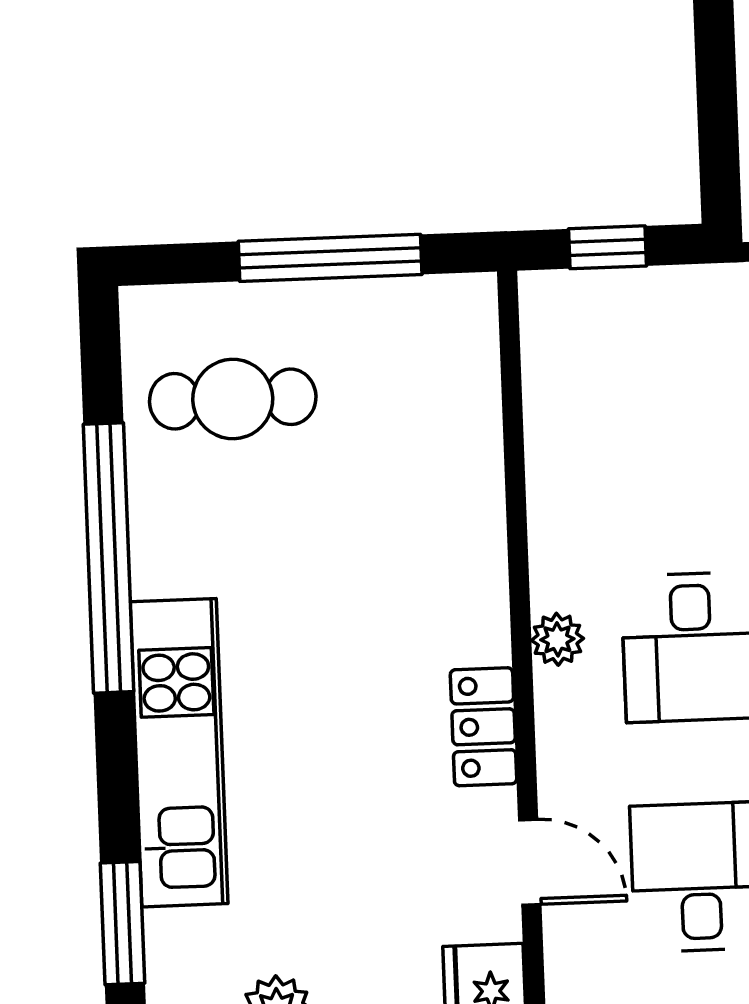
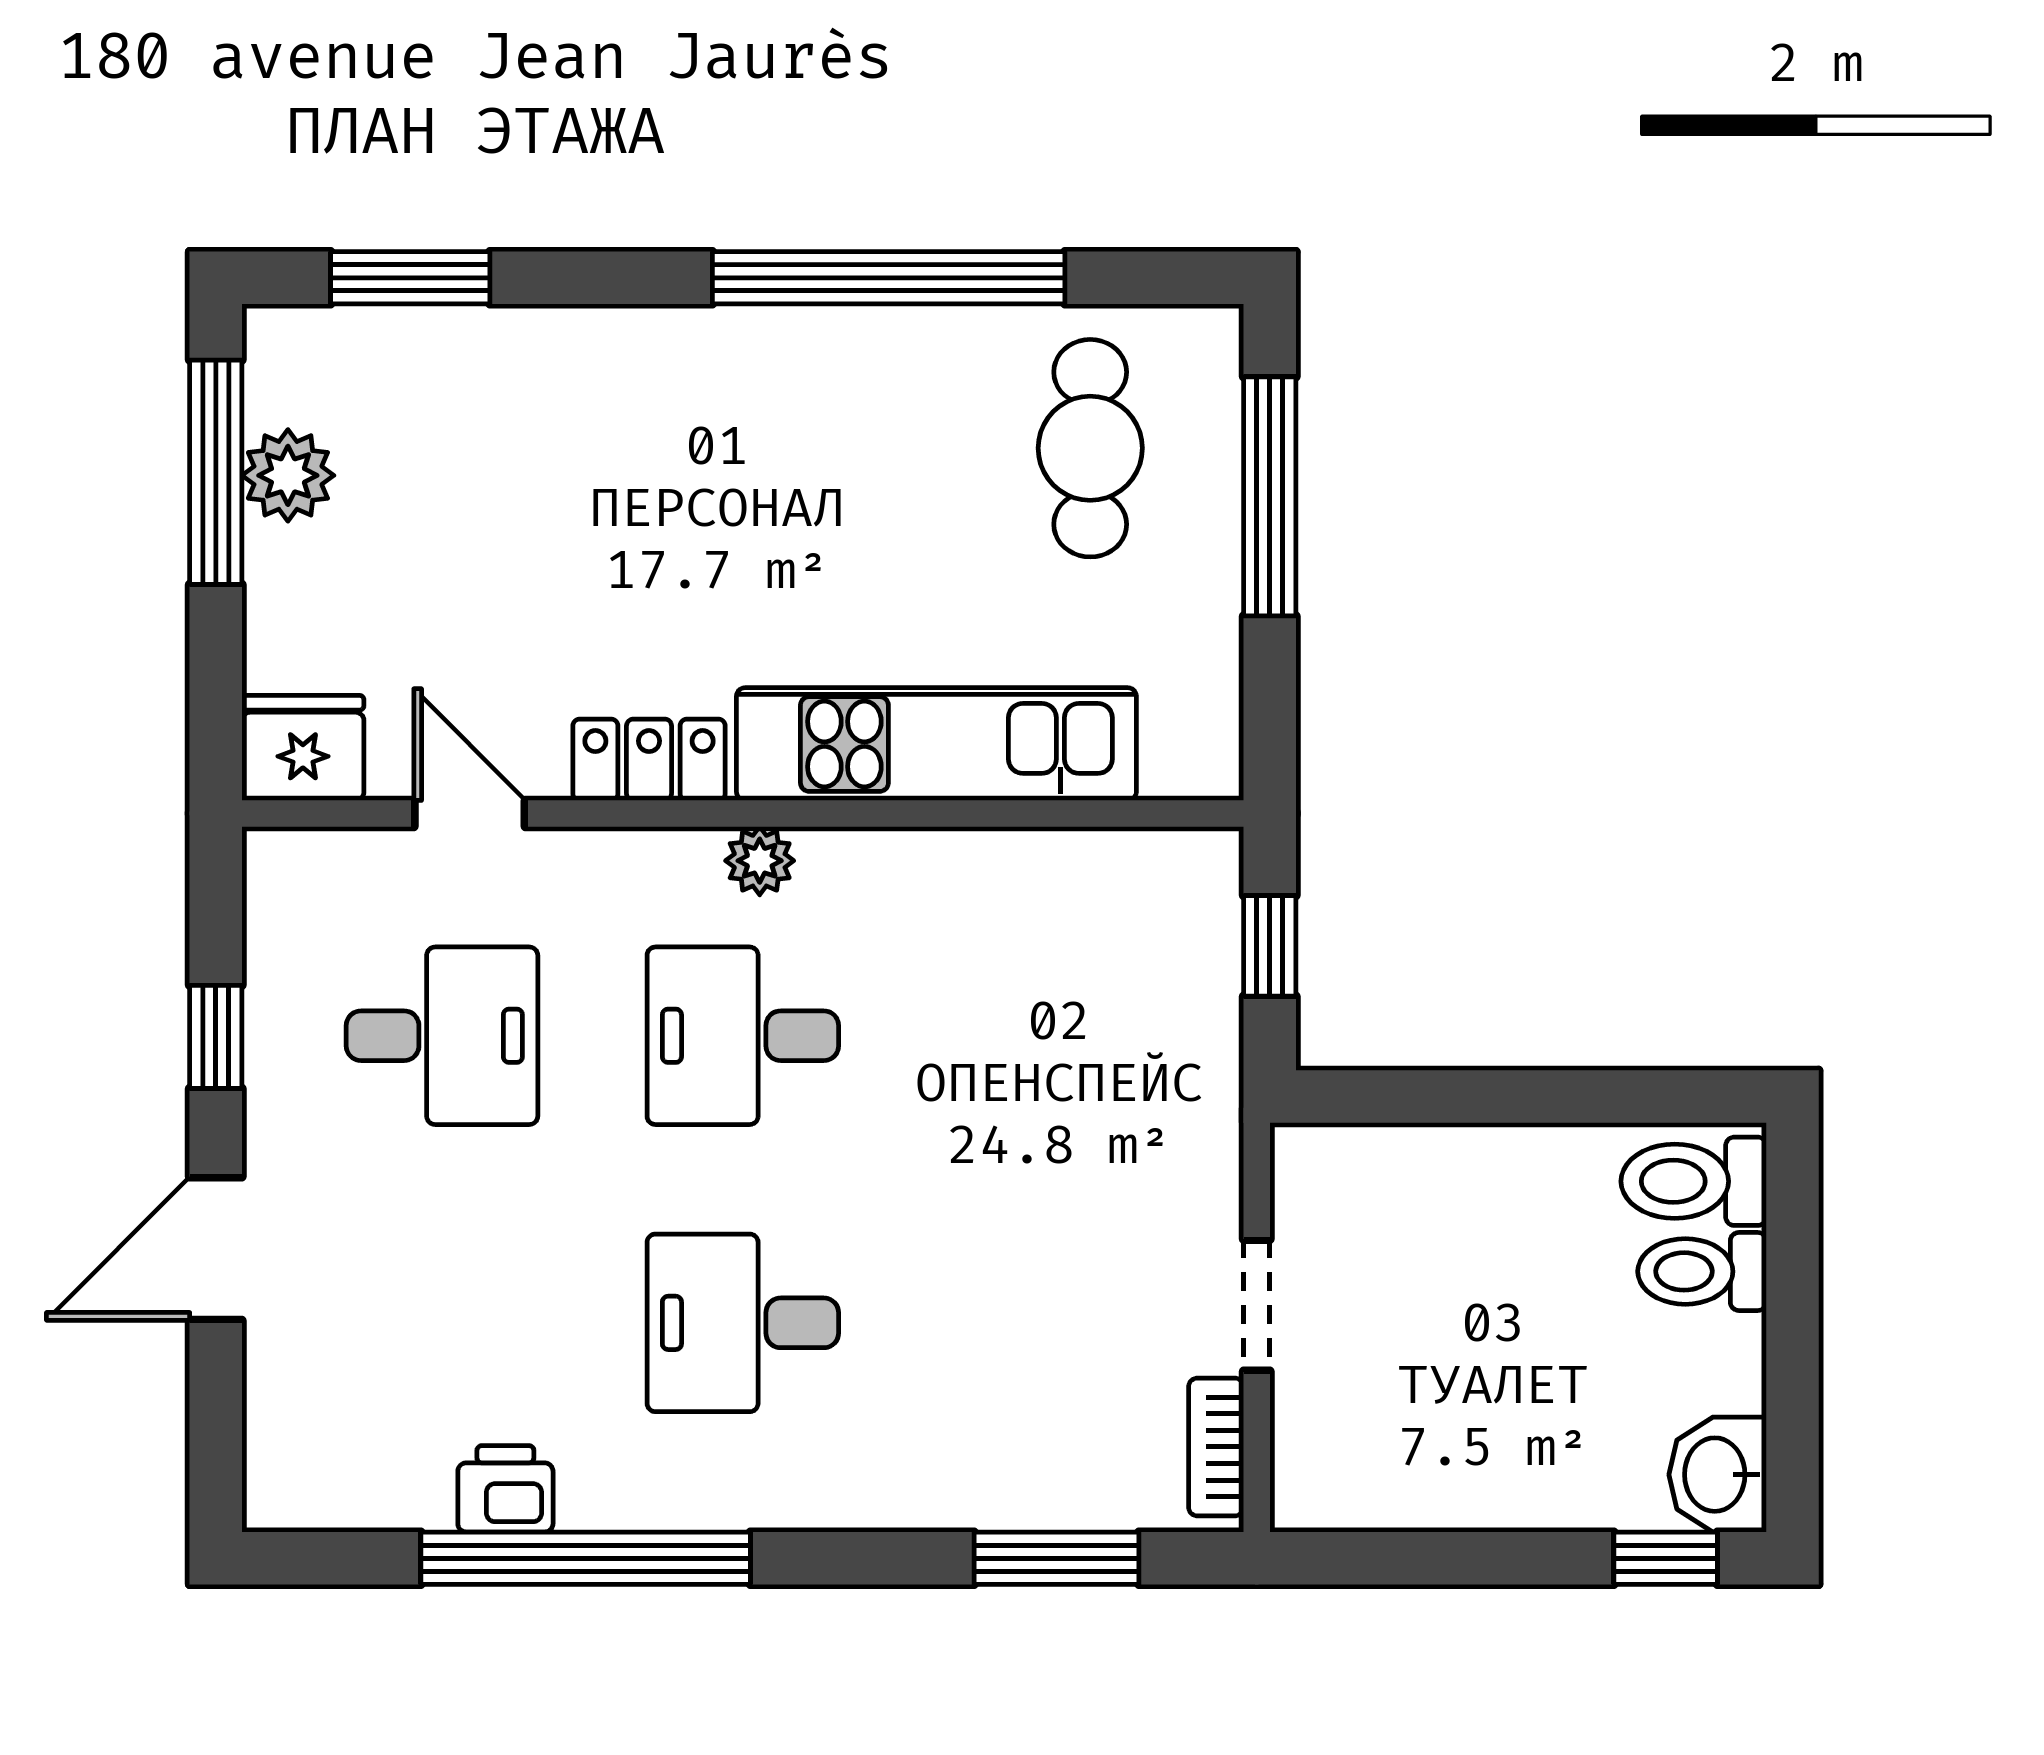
window: (330, 258) -> (1270, 496), moved
kitchen unit: (179, 753) -> (936, 744), moved, turned 180
door: (530, 862) -> (470, 813), swing flipped

